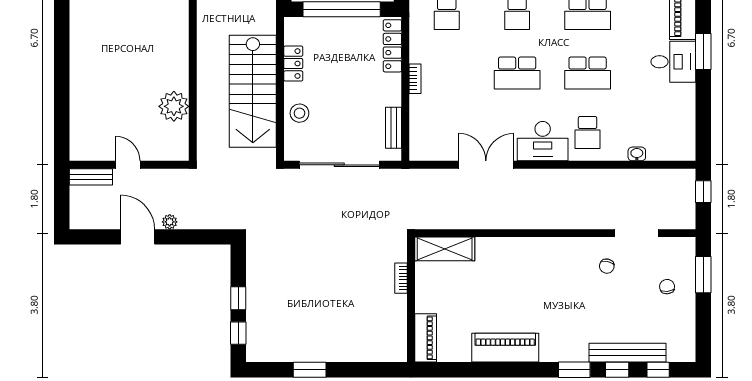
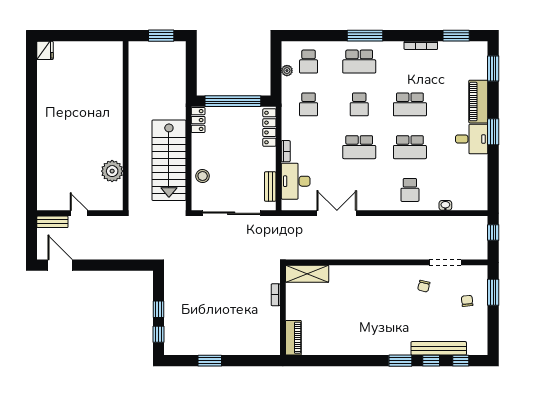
locker: (293, 64) -> (198, 120), moved
desk: (543, 141) -> (296, 181), moved, turned 90
plant: (170, 222) -> (109, 254), removed
door: (138, 237) -> (60, 265), moved
piano: (505, 348) -> (351, 345), removed

